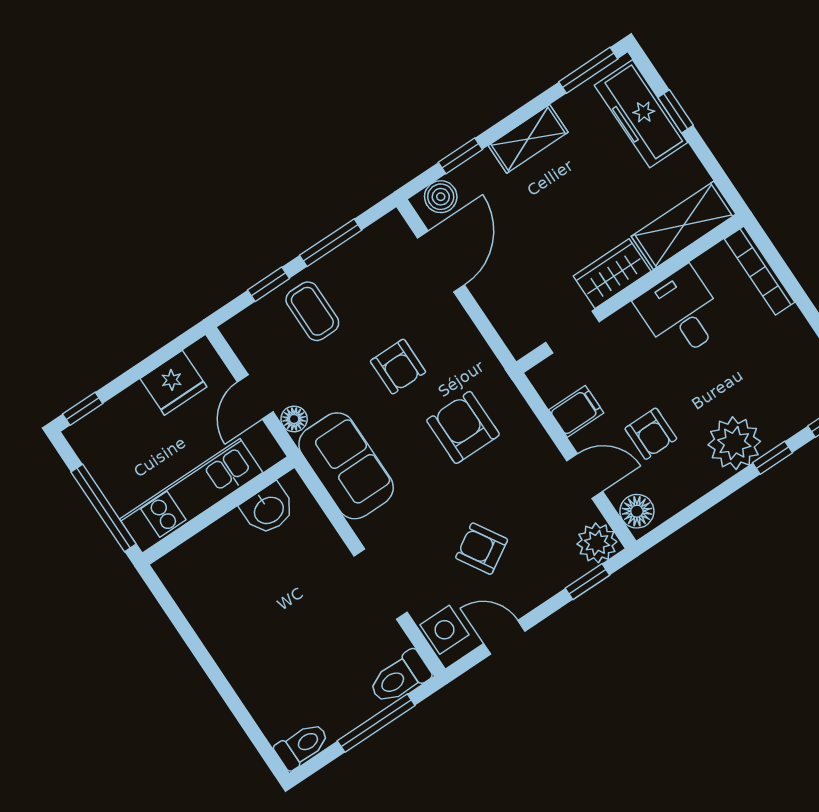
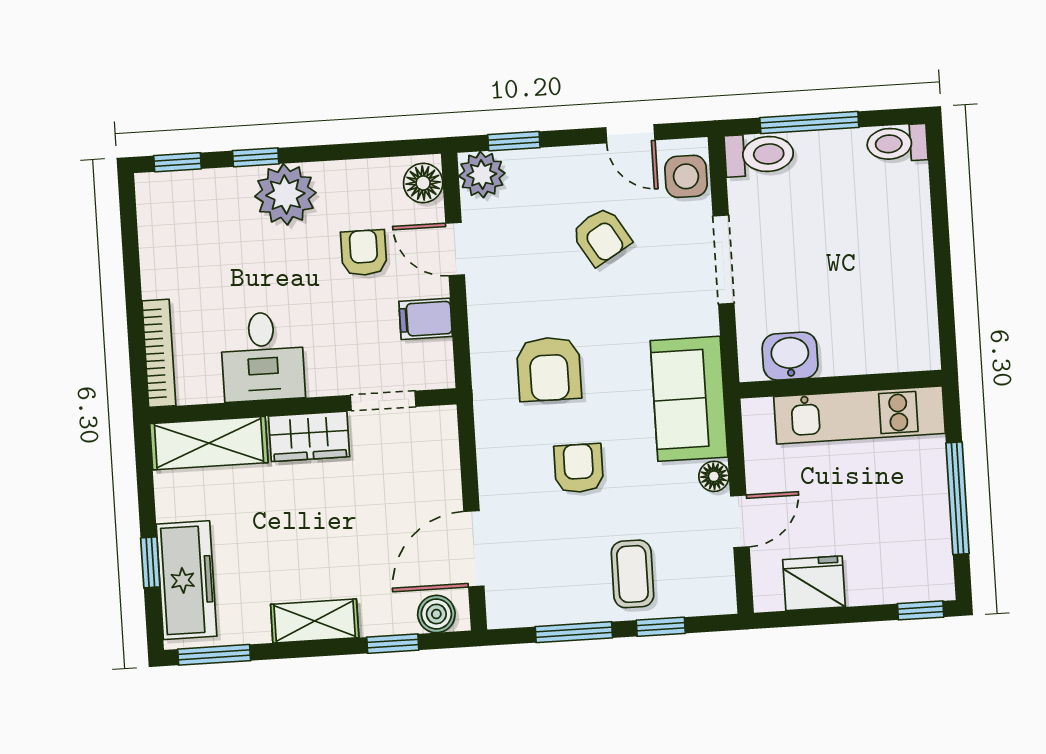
kitchen unit: (191, 496) -> (860, 415), moved
washbasin: (268, 509) -> (790, 356), moved
wall: (218, 511) -> (841, 384), moved

